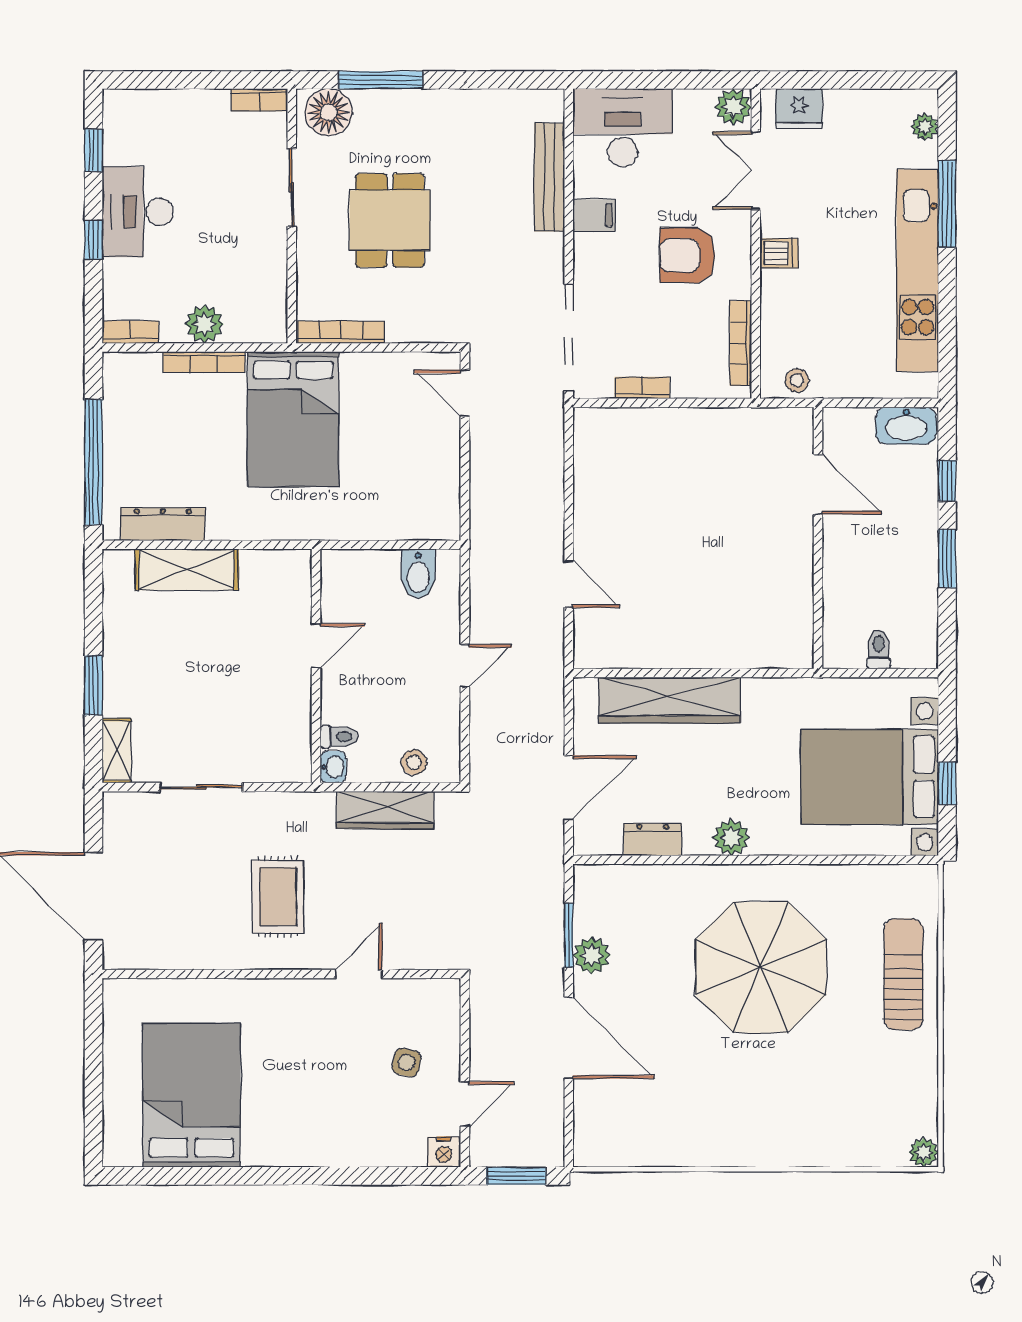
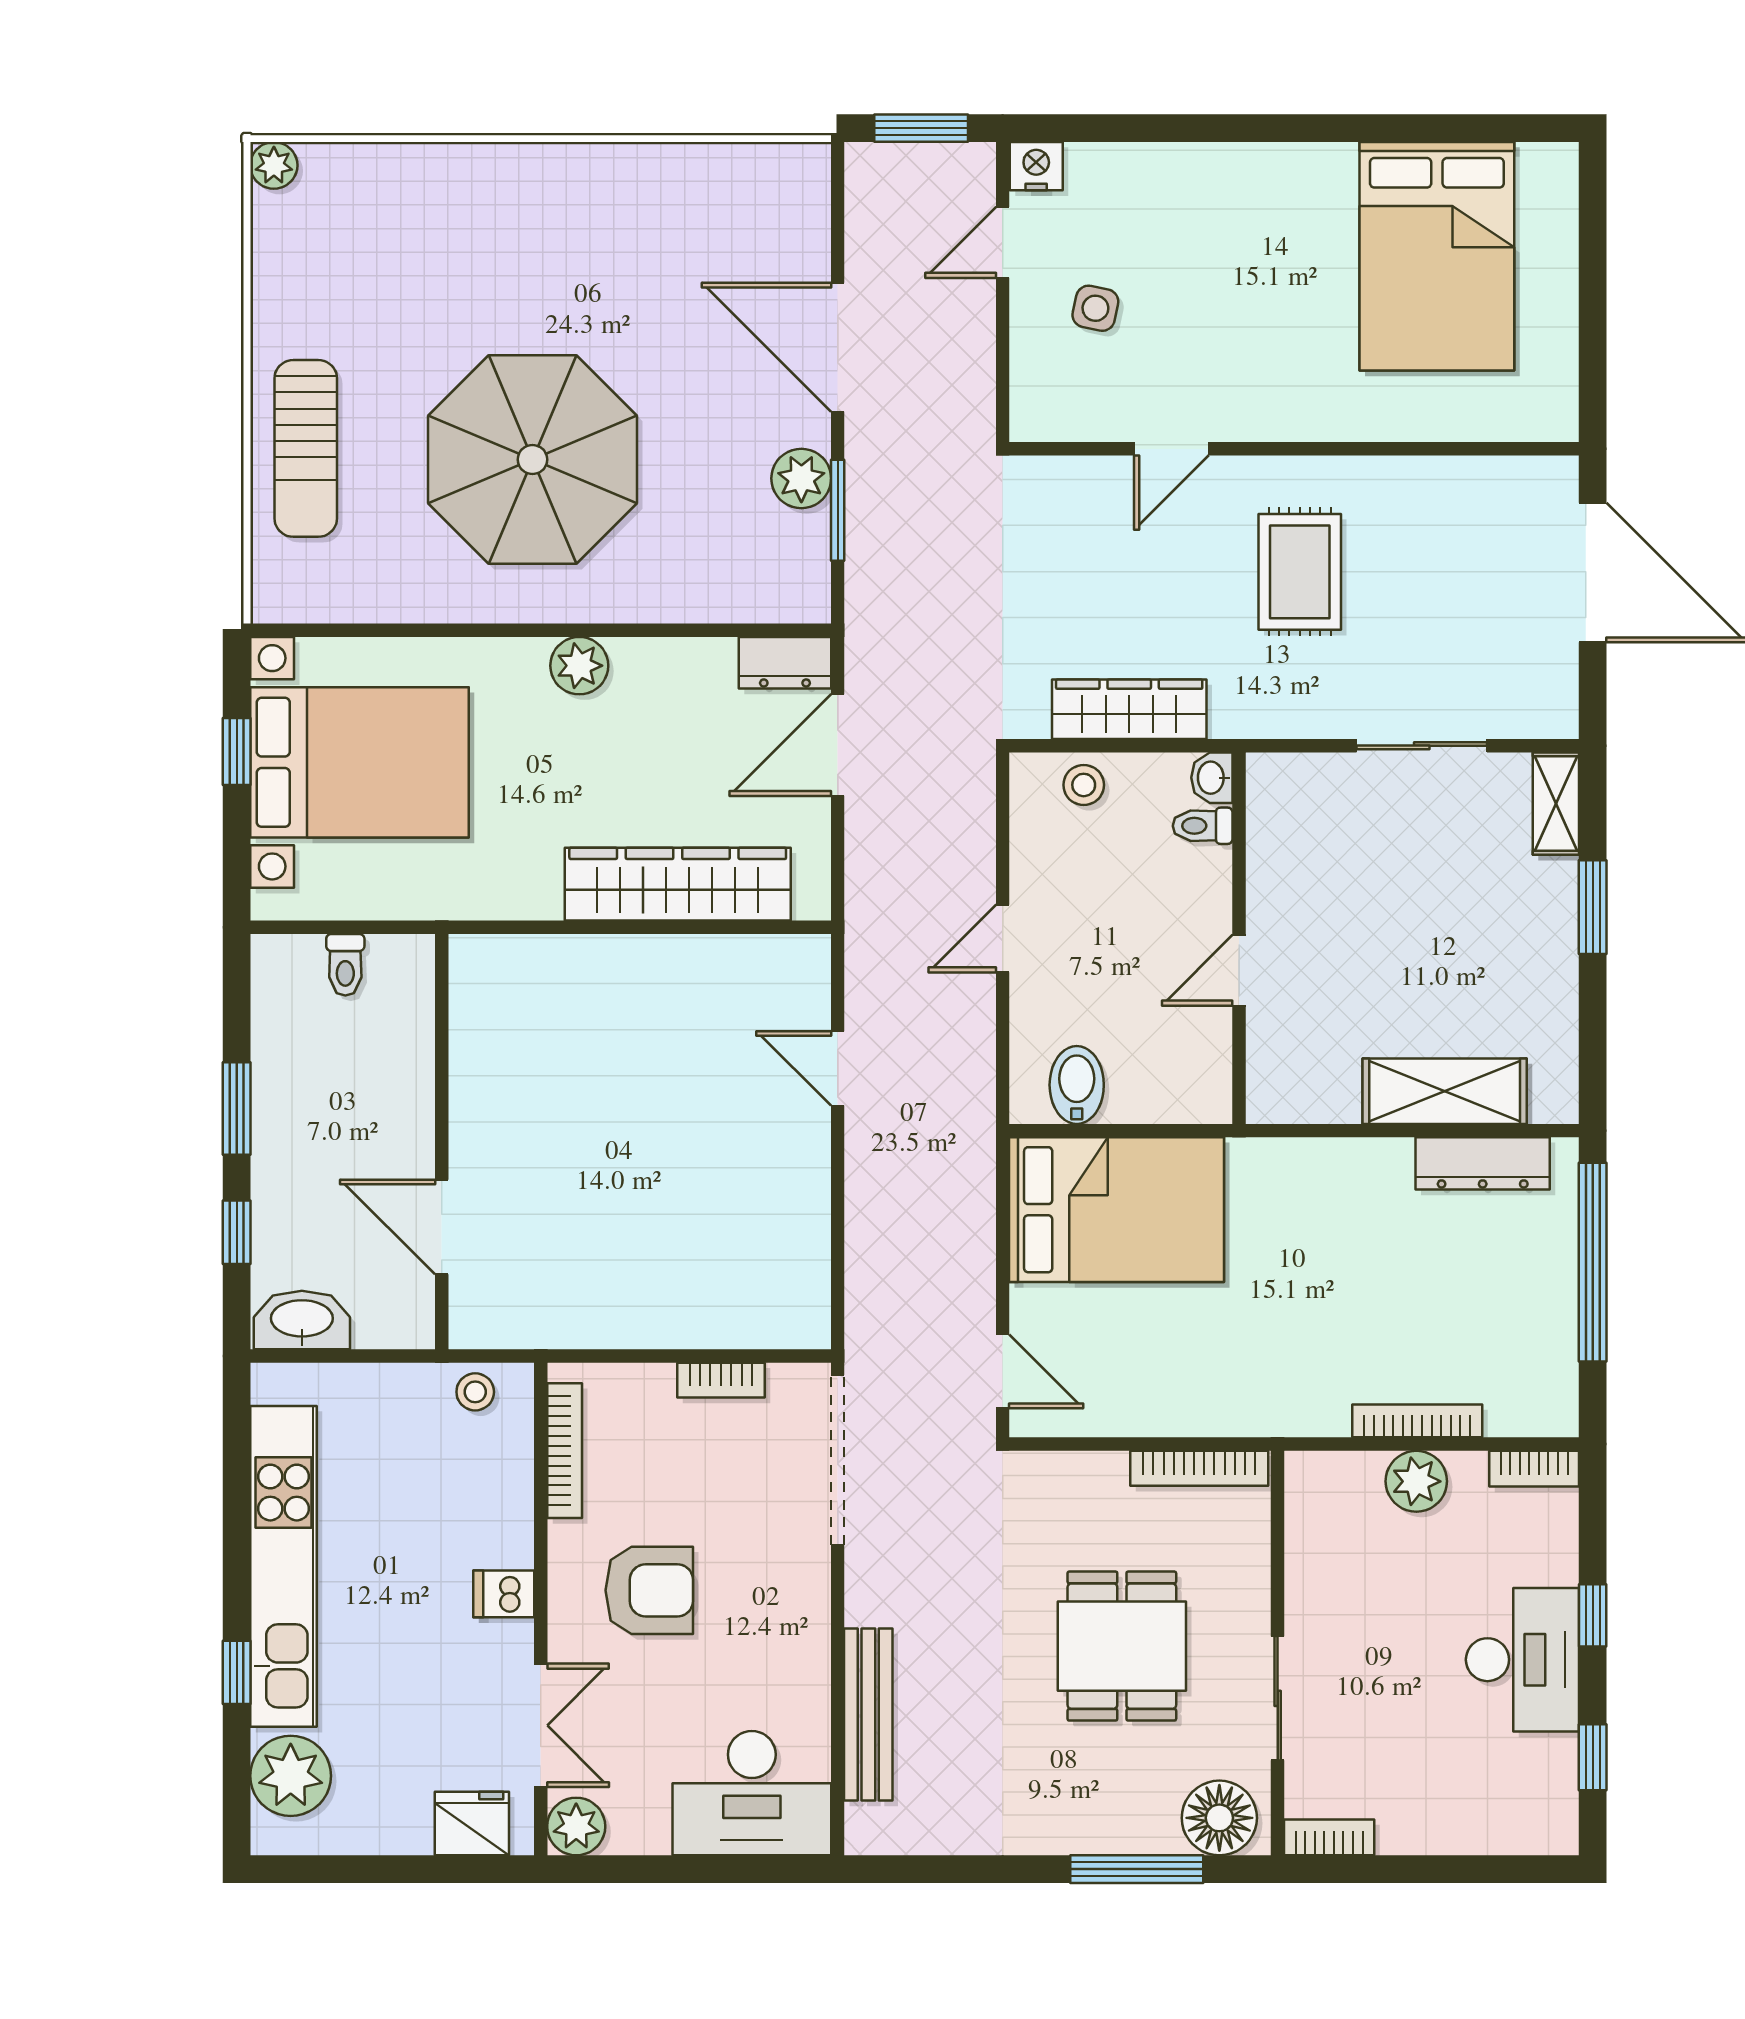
plant: (925, 127) -> (291, 1776), width x1.88, depth x1.88
window: (947, 204) -> (237, 1672), width x0.46
filing cabinet: (594, 215) -> (797, 1654), removed
bed: (293, 419) -> (1117, 1210), moved, turned 90
dresser: (653, 839) -> (785, 663), moved

